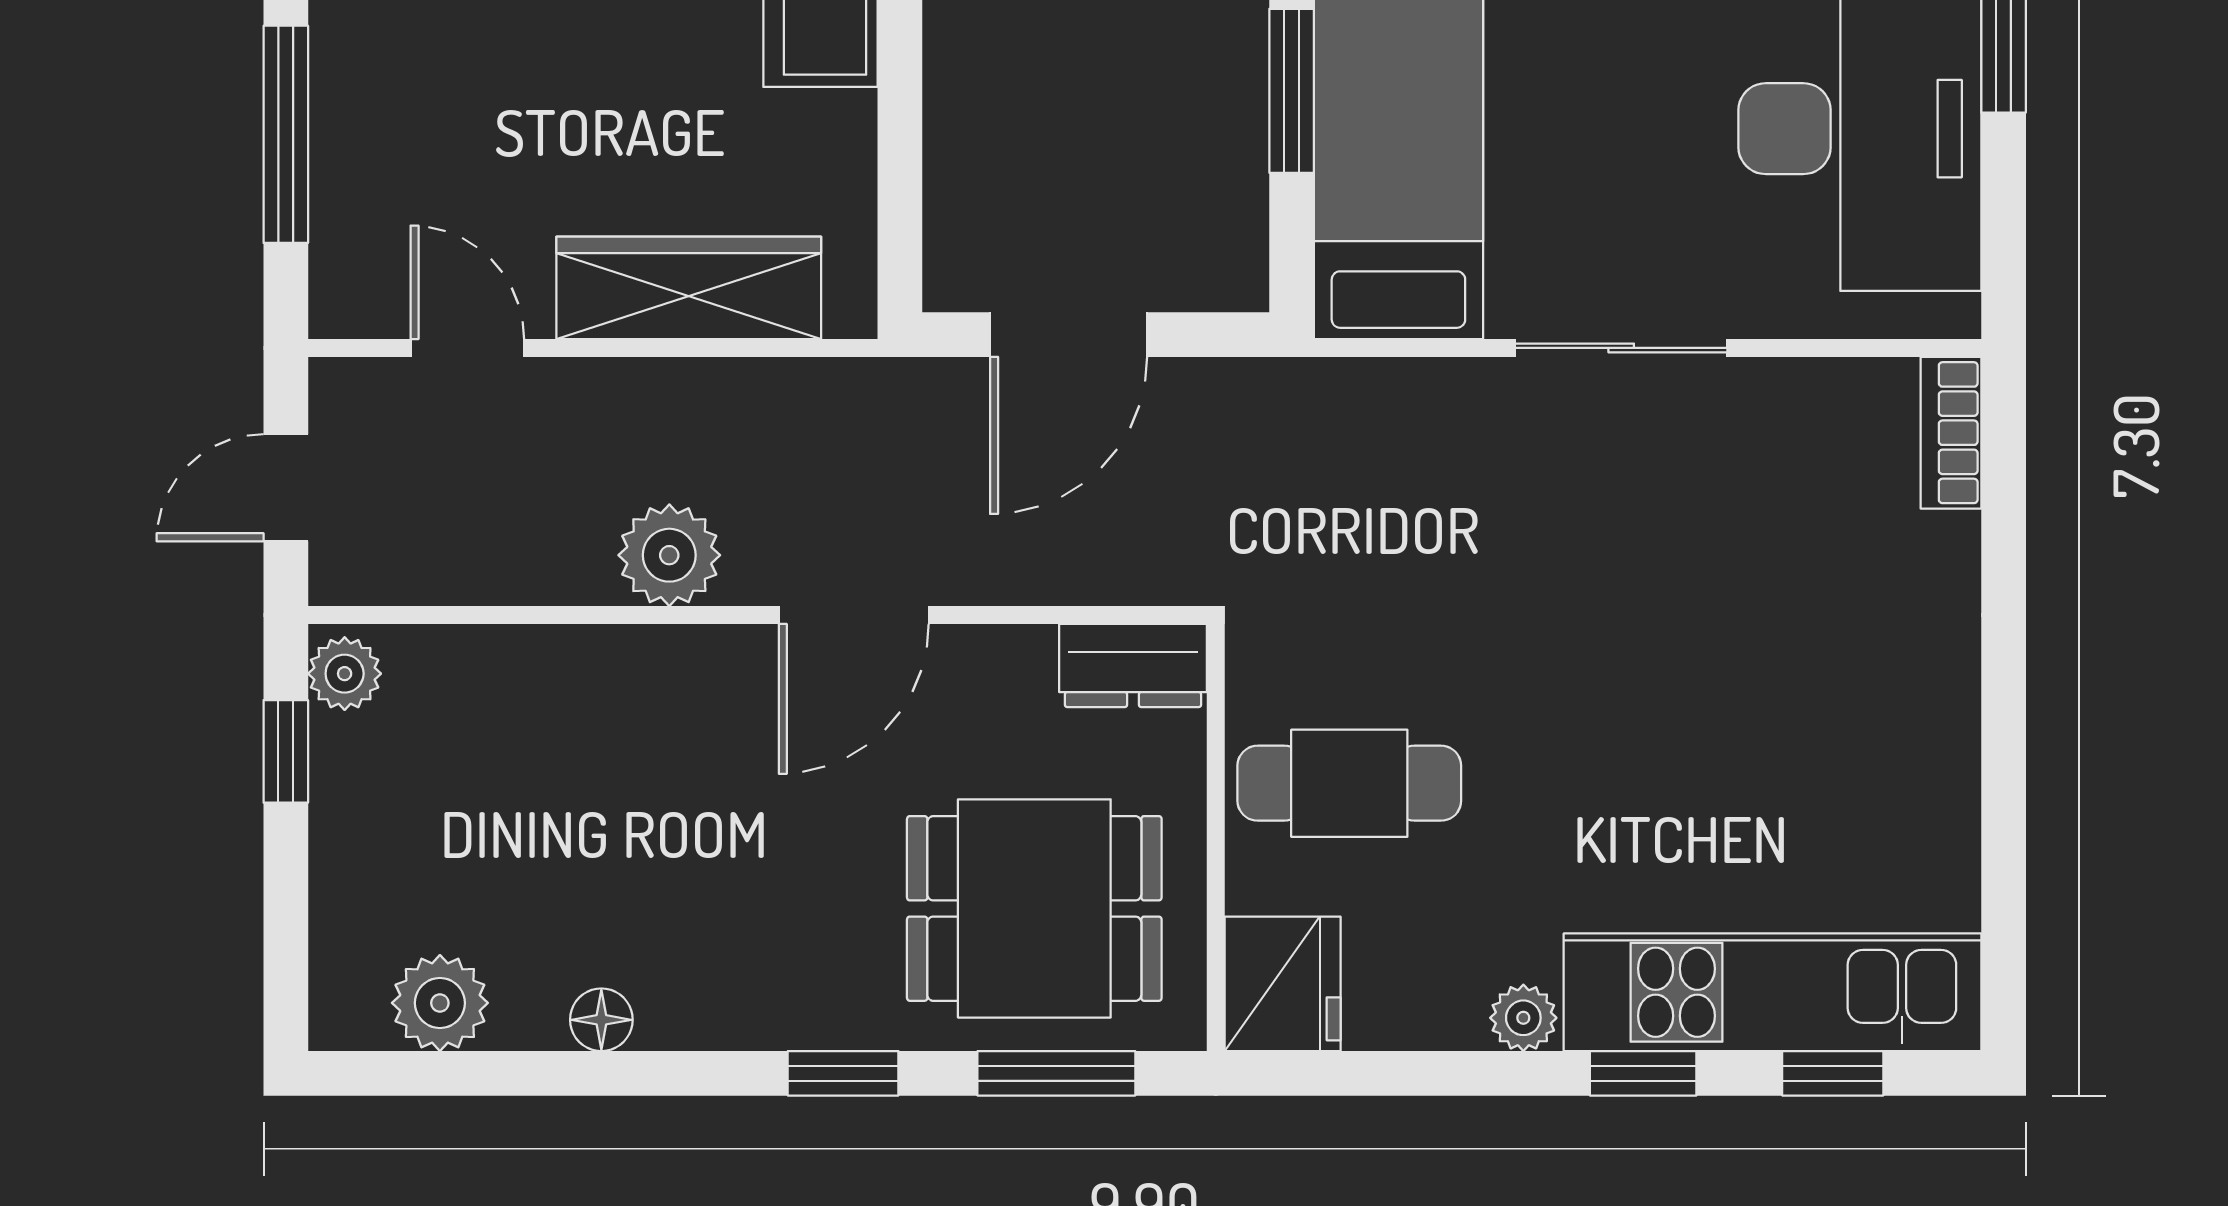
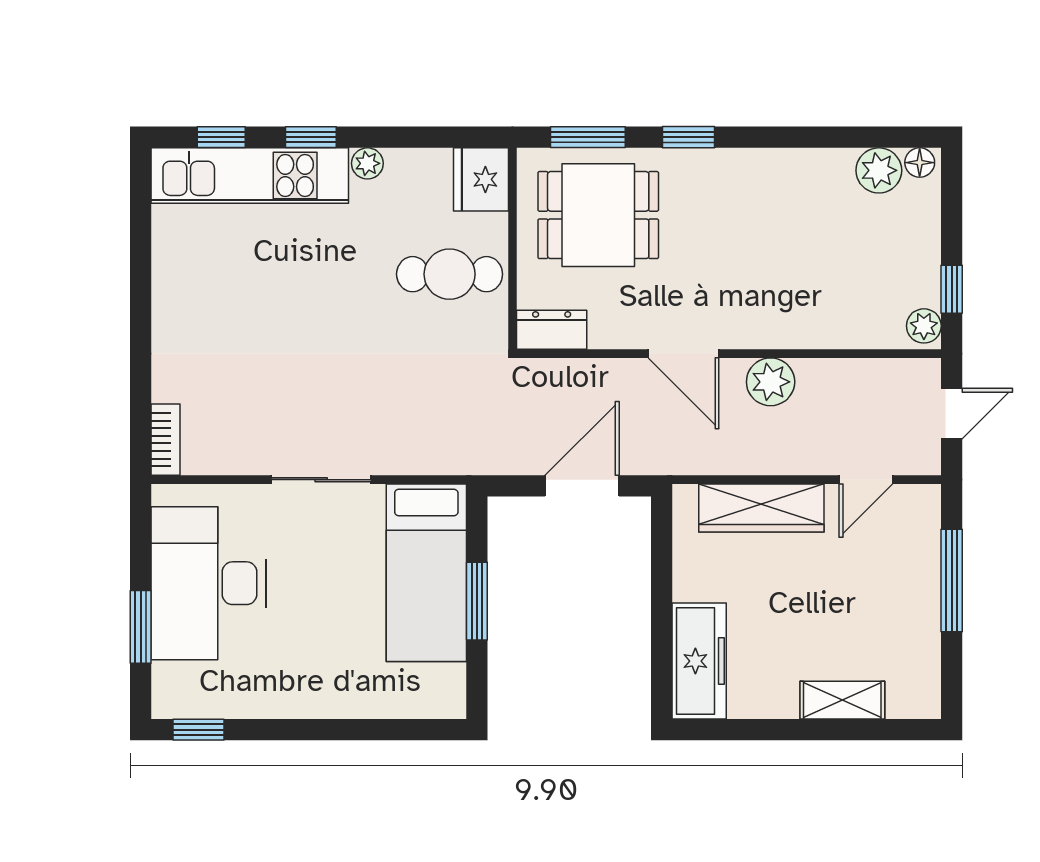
door: (467, 348) -> (866, 480), hinge flipped
door: (854, 615) -> (683, 354), swing flipped
floor lamp: (601, 1020) -> (920, 163), moved

